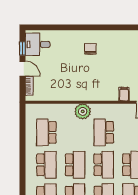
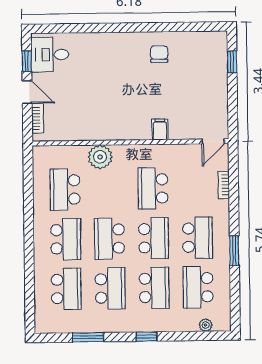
chair: (90, 49) -> (159, 54), moved
filing cabinet: (124, 94) -> (160, 129), moved
plant: (83, 111) -> (100, 157), moved
school desk: (75, 165) -> (110, 239), turned 180

